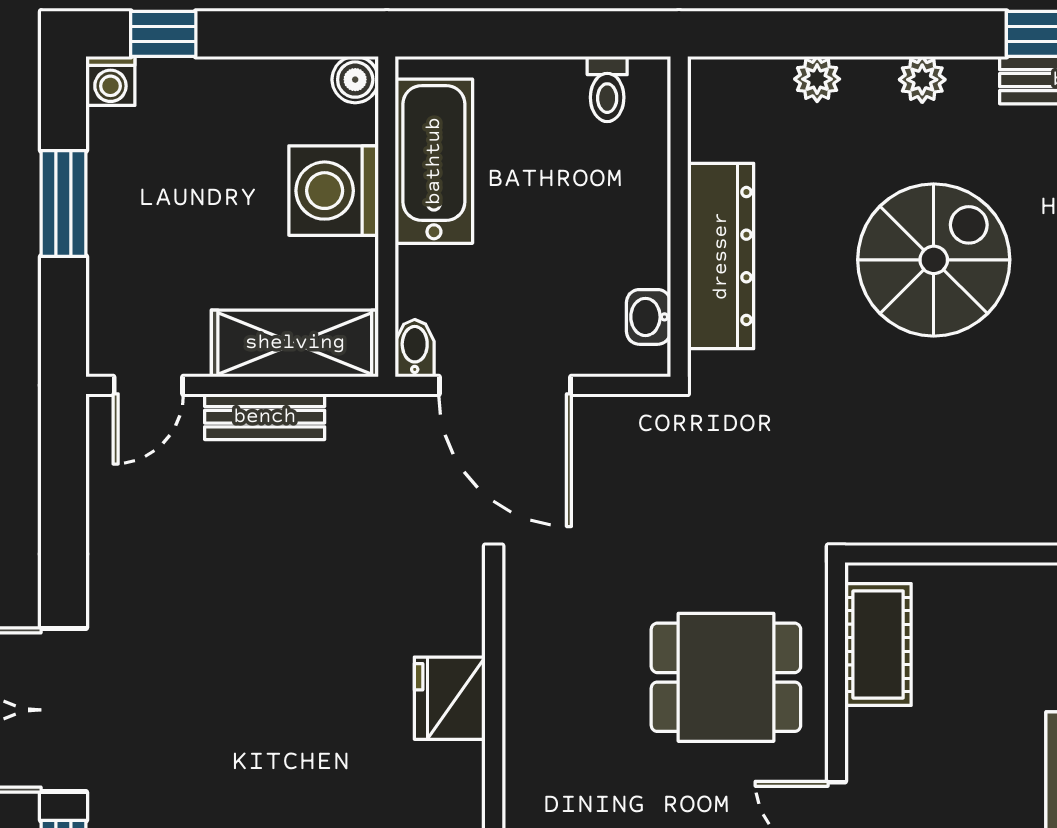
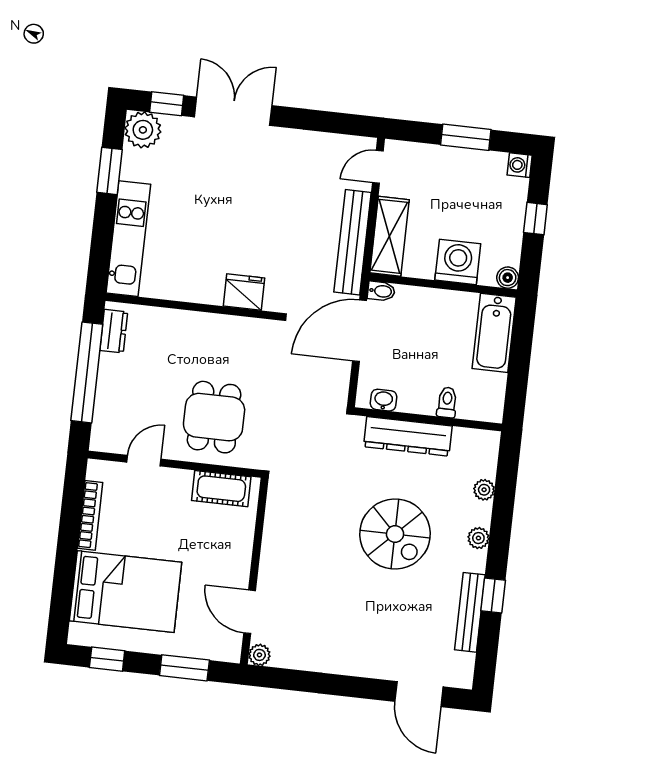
window: (163, 34) -> (535, 219), moved
toilet: (607, 89) -> (447, 402), moved, turned 90
bathtub: (434, 161) -> (494, 333), moved, turned 90
door: (148, 385) -> (378, 167), hinge flipped
bench: (265, 417) -> (353, 242), width x1.86, depth x1.21
fridge: (450, 698) -> (244, 292), moved

